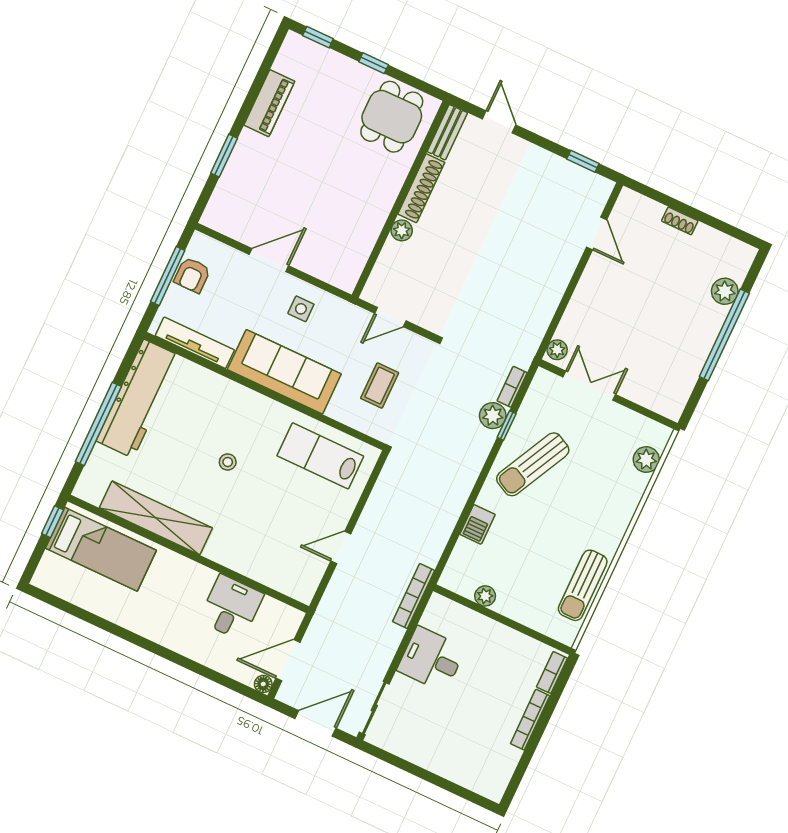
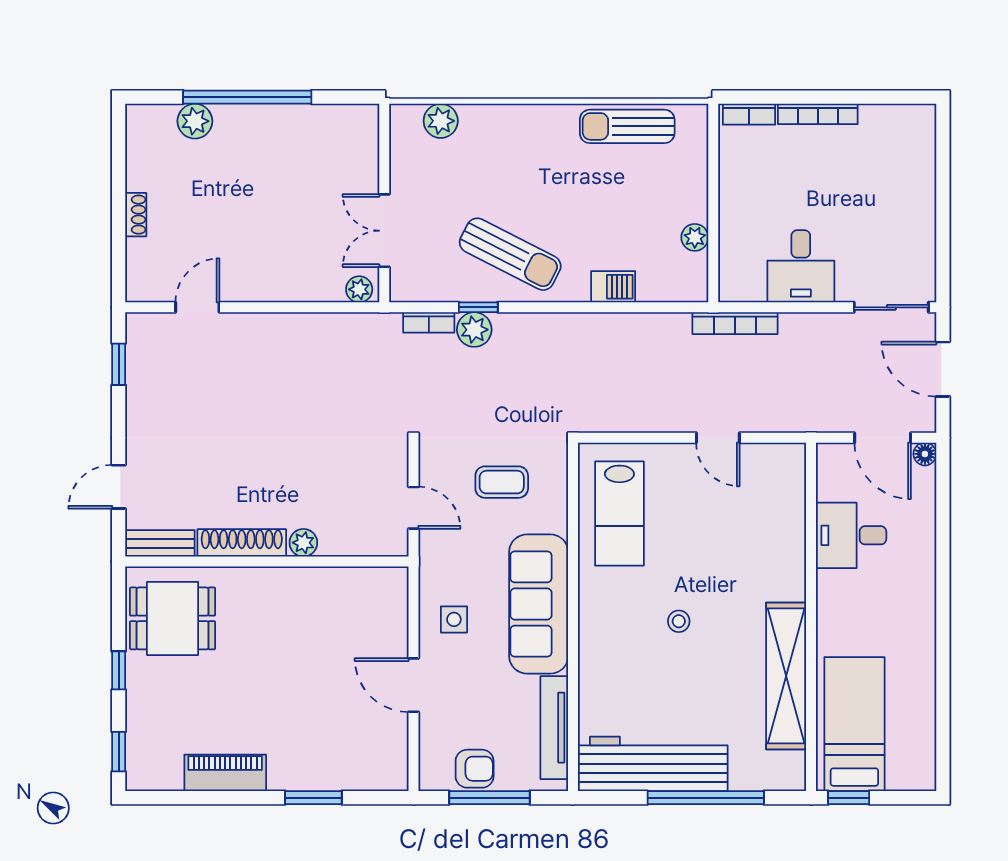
sun lounger: (583, 585) -> (627, 126), turned 180

